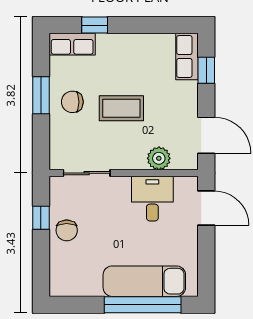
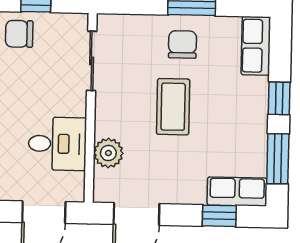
window: (95, 25) -> (279, 98), moved
window: (161, 25) -> (278, 159), added

